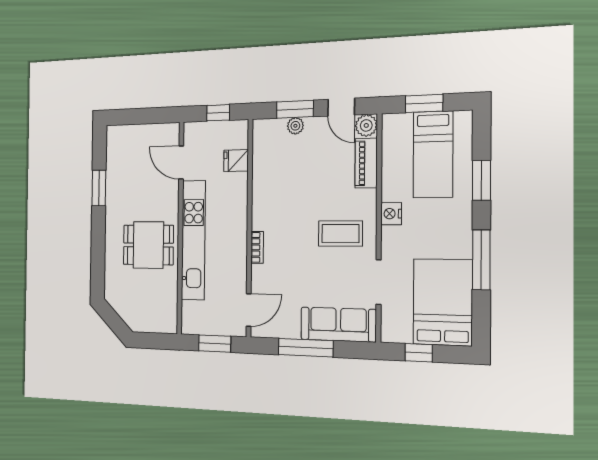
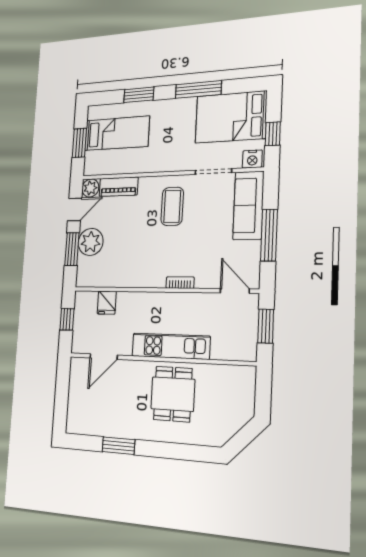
plant: (295, 126) -> (91, 242), width x1.87, depth x1.87
nightstand: (391, 214) -> (252, 159), moved
kitchen unit: (193, 240) -> (171, 346), width x0.73

